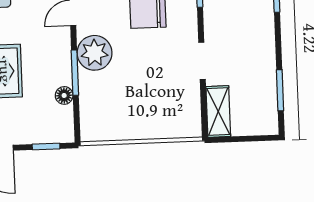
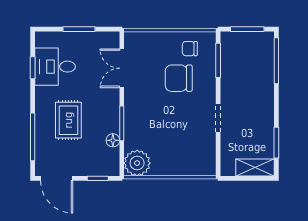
plant: (95, 53) -> (137, 163), moved
shelving: (218, 112) -> (255, 168), moved, turned 90

